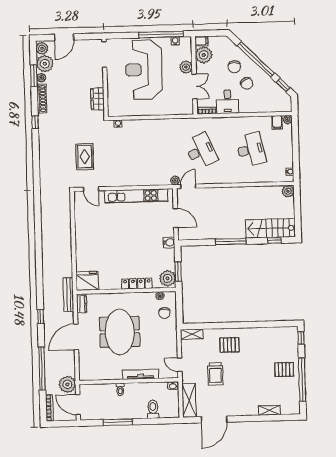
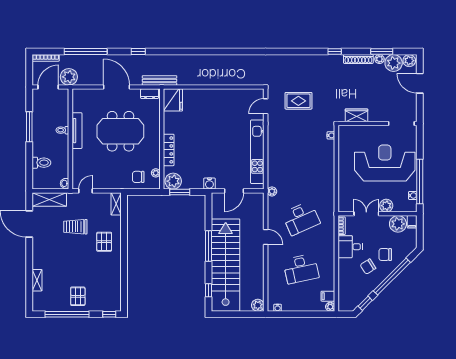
double door: (195, 86) -> (366, 214), swing flipped
door: (188, 186) -> (266, 237), moved
stairs: (270, 228) -> (226, 265), width x1.86, depth x1.51
tv unit: (140, 374) -> (77, 131), moved

